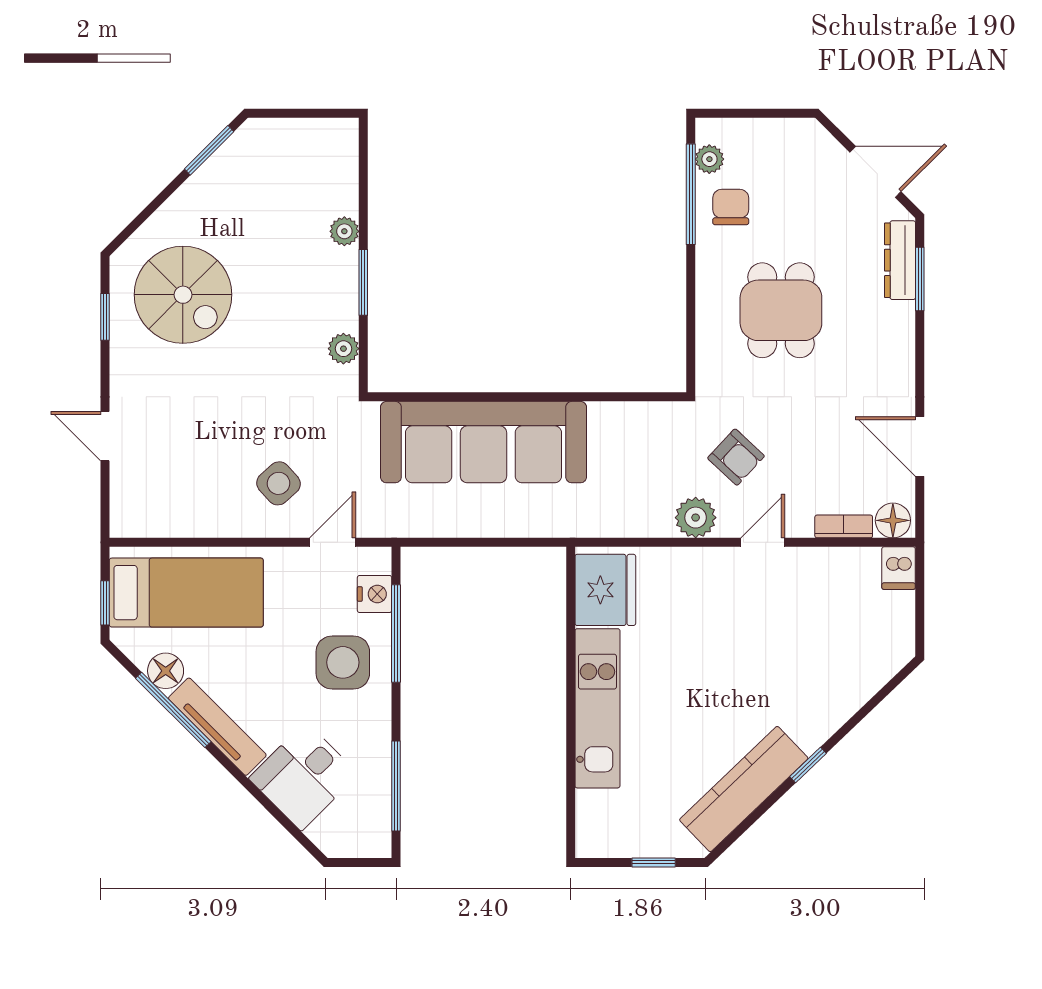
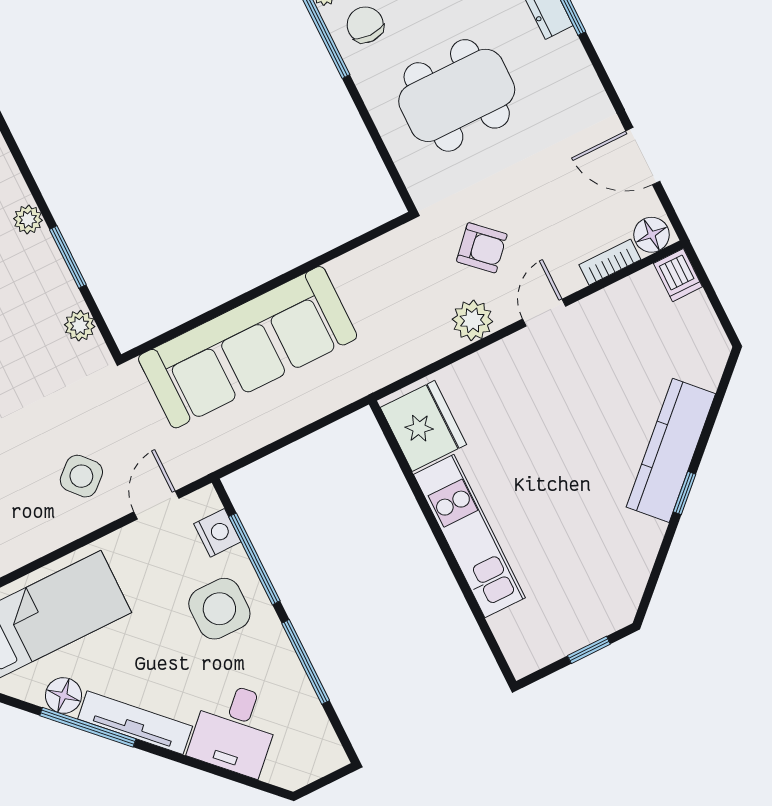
dining table: (781, 310) -> (457, 95), width x1.38
window: (396, 786) -> (306, 662), moved
kitchen counter: (744, 789) -> (671, 450), moved

